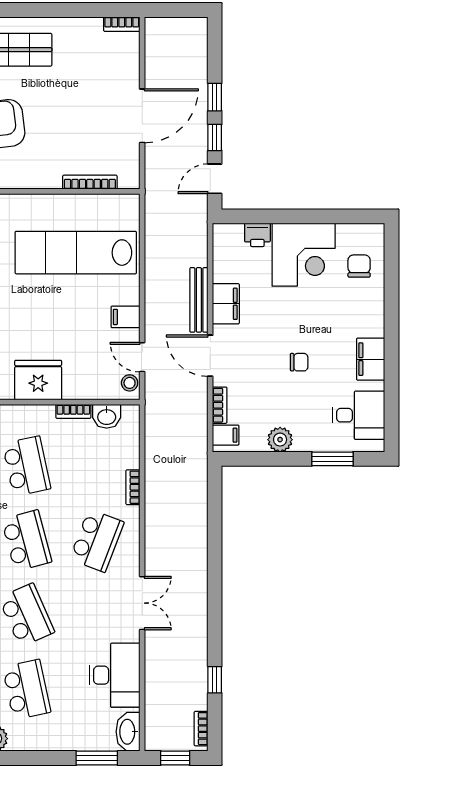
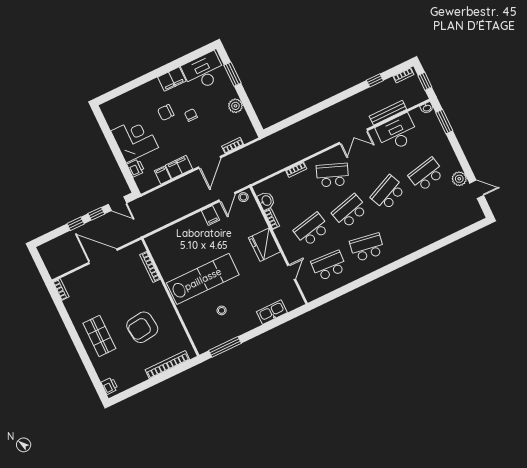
lab bench: (76, 253) -> (203, 279), moved, turned -90
chair: (359, 266) -> (166, 112), moved
bench: (199, 300) -> (388, 113), moved
desk: (359, 415) -> (204, 71), width x1.37
filing cabinet: (226, 435) -> (163, 175), moved
double door: (142, 603) -> (353, 136), swing flipped
washbasin: (128, 732) -> (427, 108), width x0.52, depth x0.69

